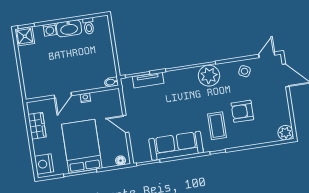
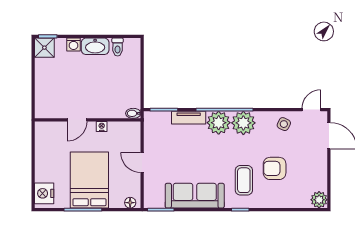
plant: (187, 79) -> (219, 123), added
tv unit: (148, 80) -> (189, 118), moved
wardrobe: (37, 126) -> (43, 149), removed

